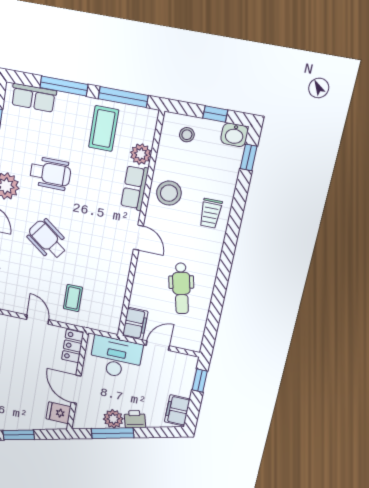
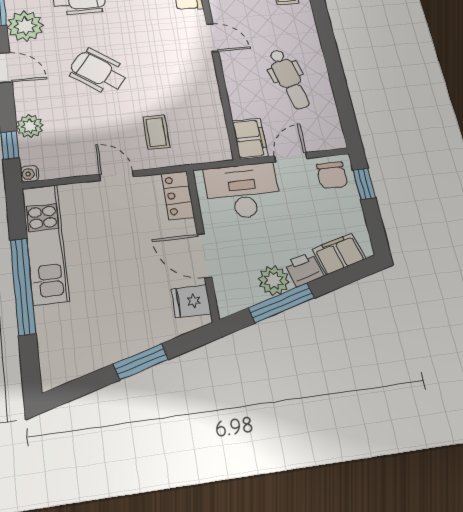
chair: (180, 367) -> (332, 175), added
filing cabinet: (177, 410) -> (339, 254), moved, turned 75

